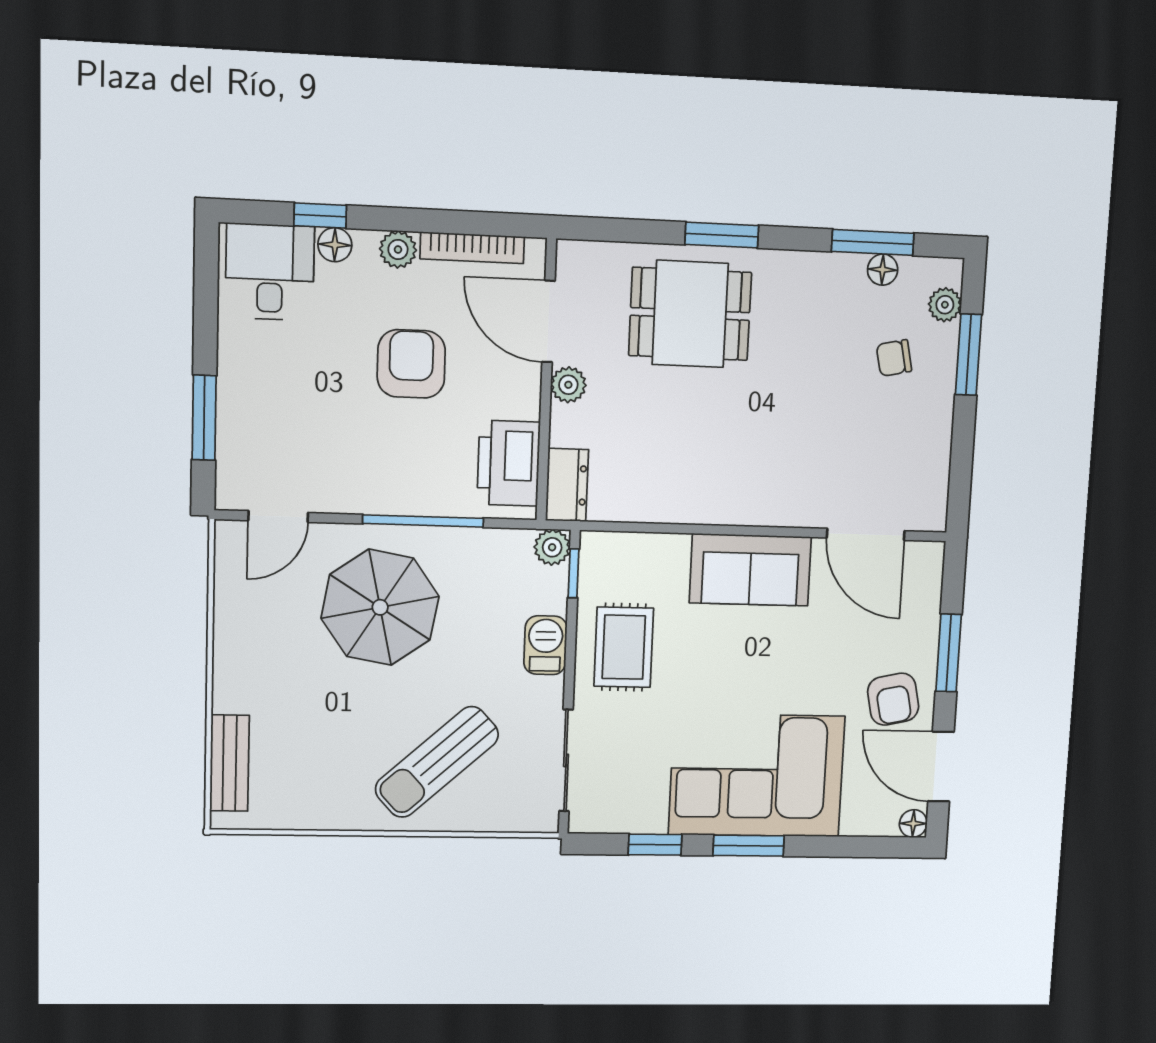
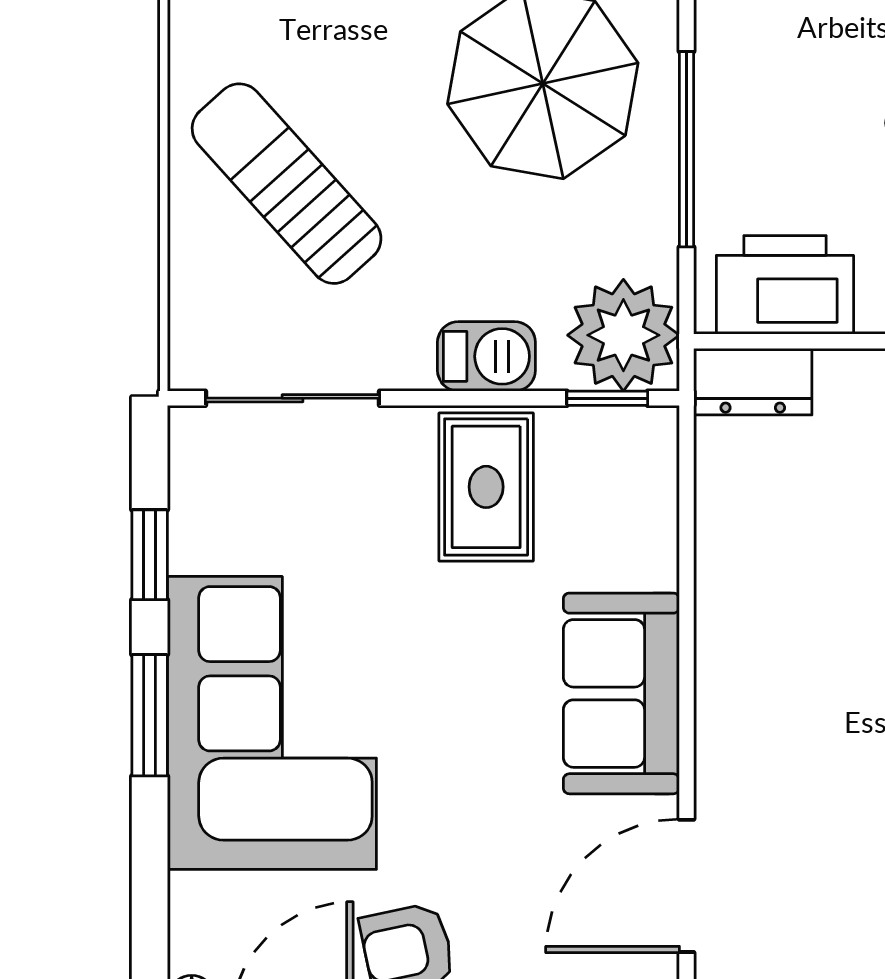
plant: (552, 547) -> (623, 335), width x1.88, depth x1.88
rug: (624, 647) -> (486, 487), turned 90

